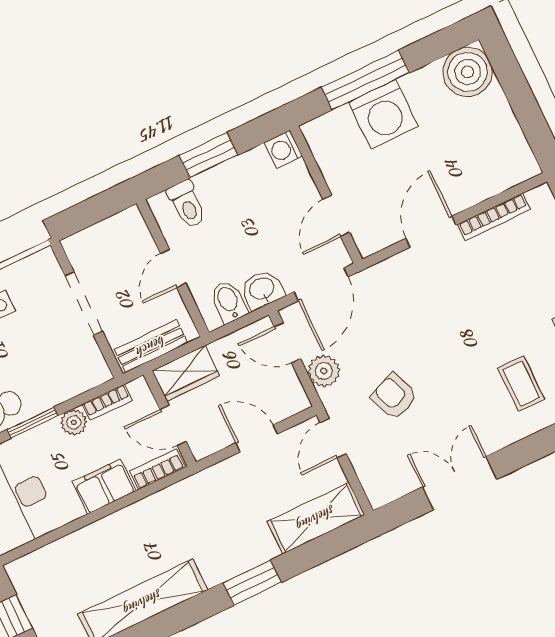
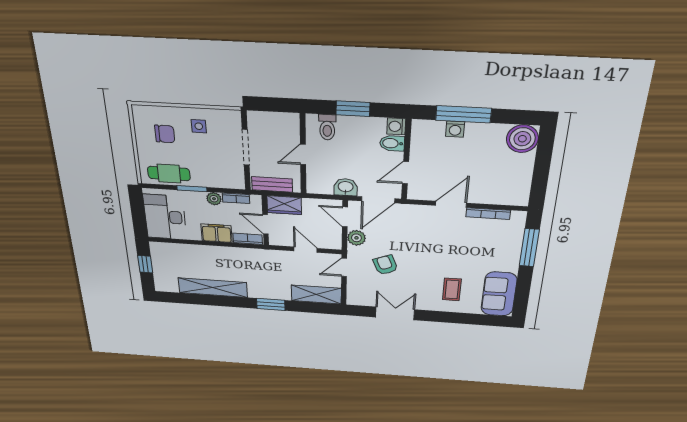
washing machine: (383, 114) -> (455, 129), width x0.53, depth x0.53
bidet: (229, 302) -> (392, 143), moved, turned -90

